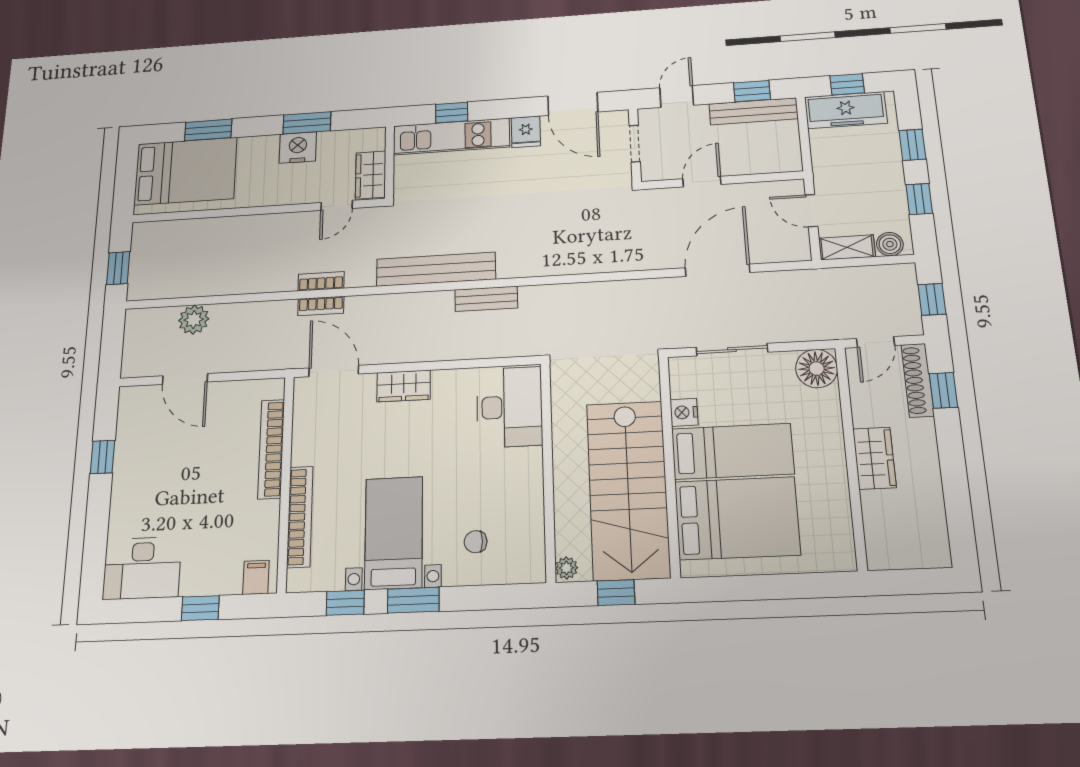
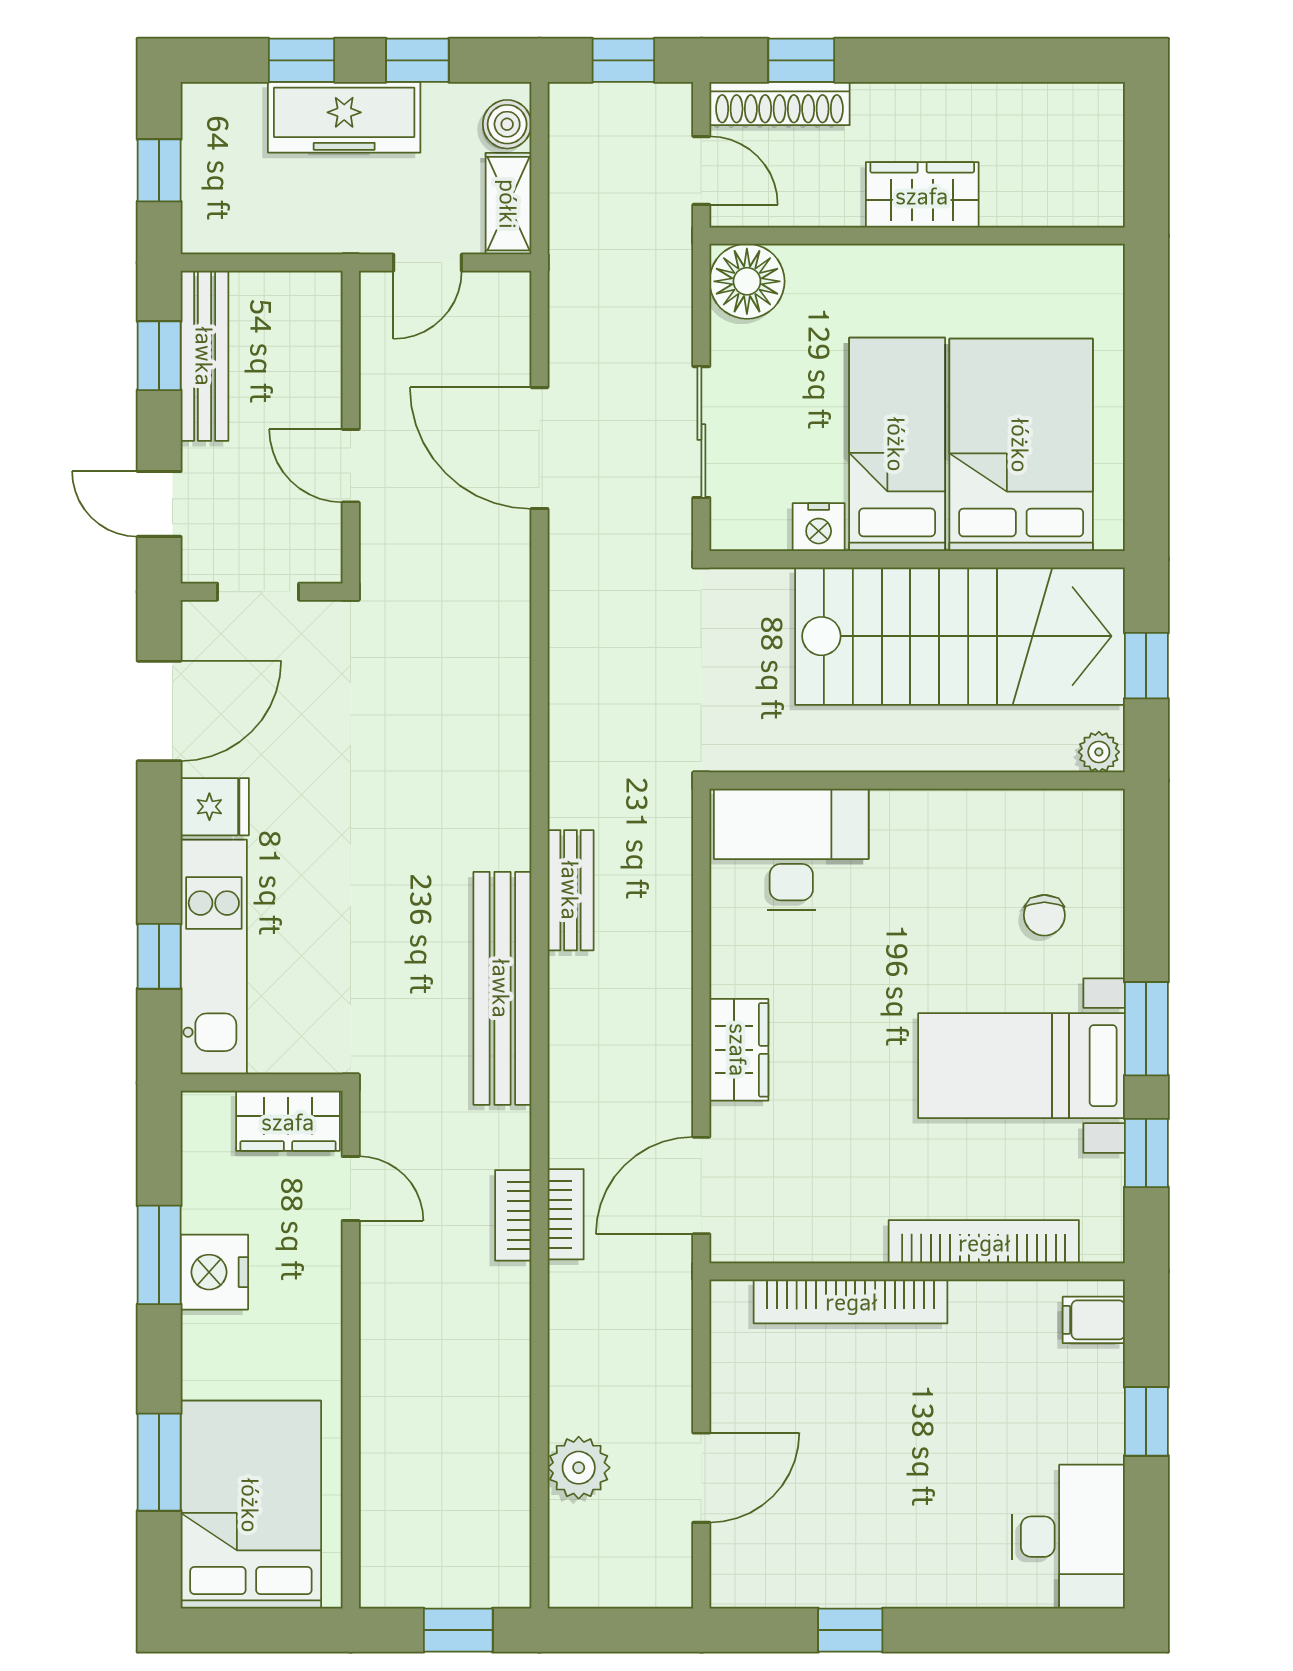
freezer: (846, 110) -> (344, 117), moved, turned 90

